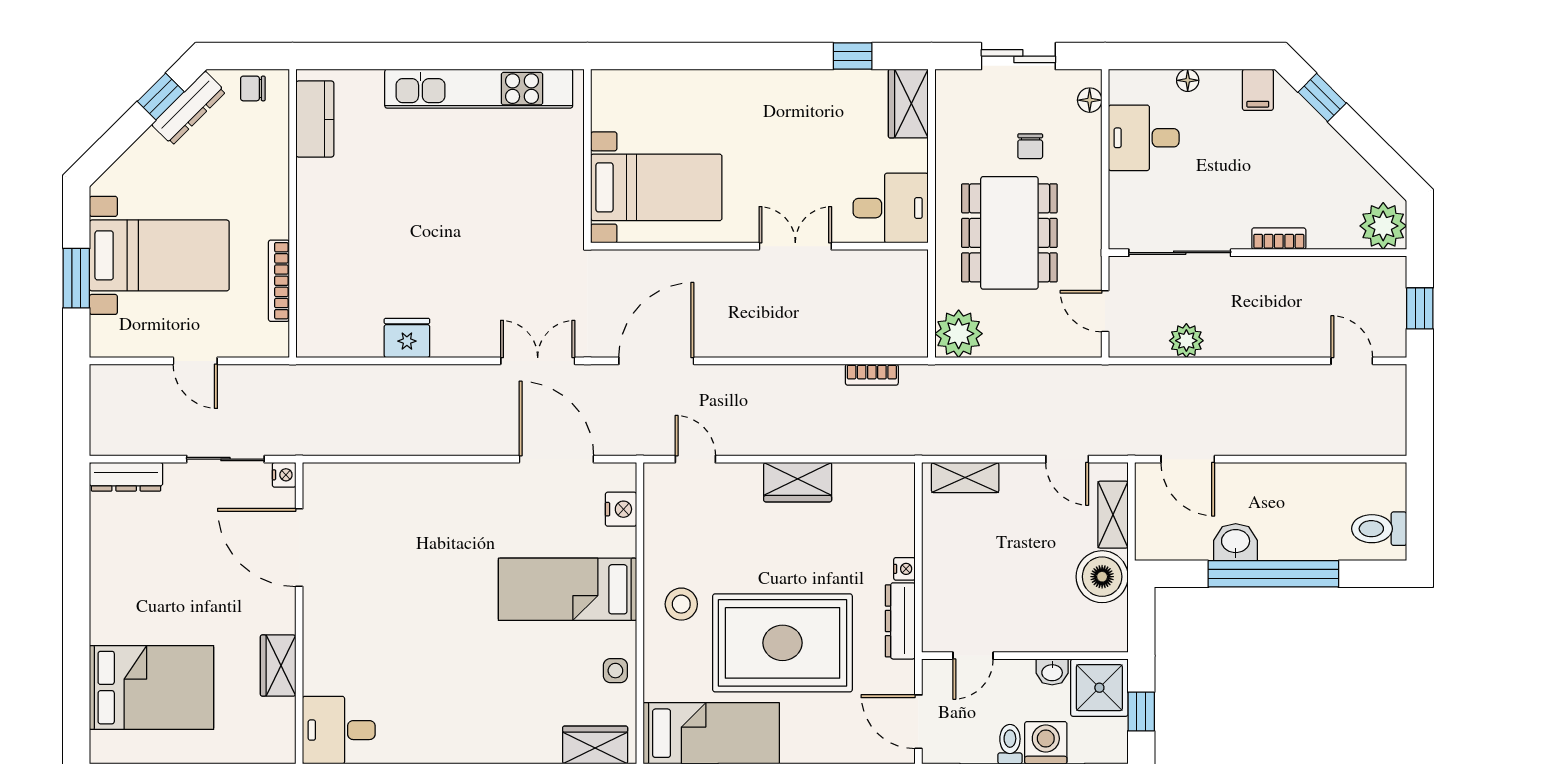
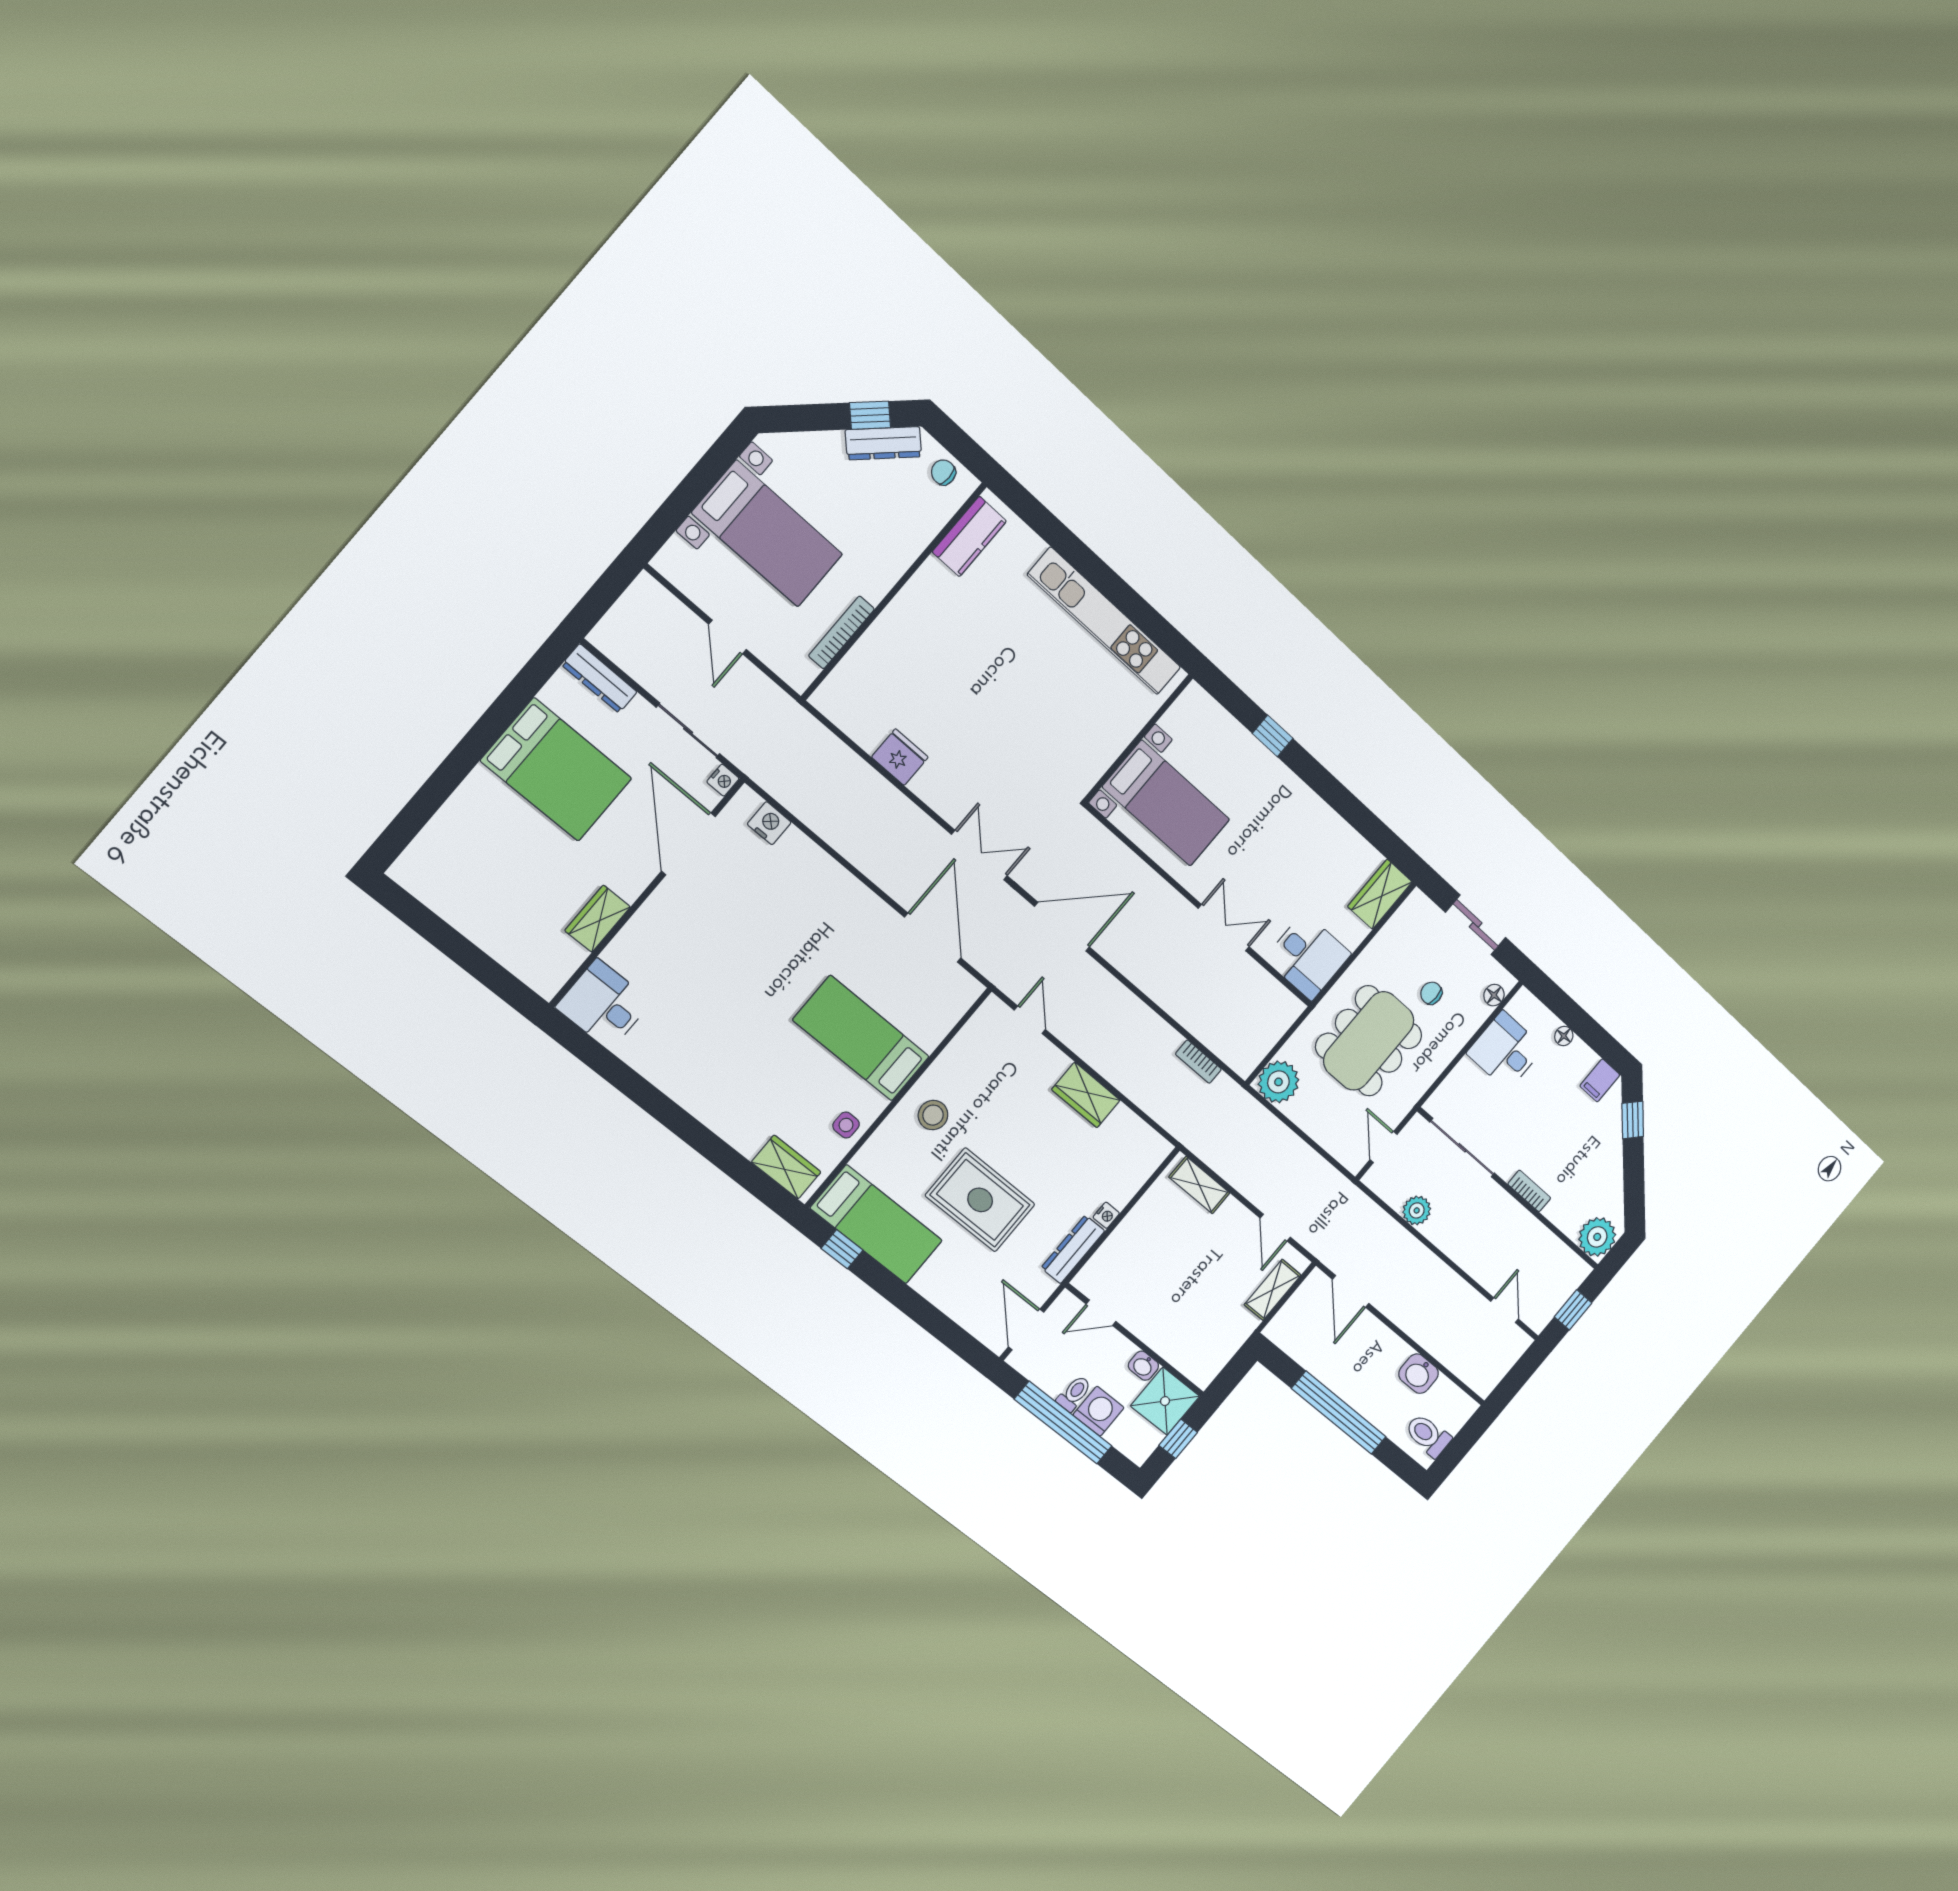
window: (853, 56) -> (1273, 736), moved
chair: (1030, 146) -> (1431, 993), turned 90
window: (76, 278) -> (689, 494), removed
nightstand: (621, 509) -> (769, 823), moved, turned -90
washbasin: (1236, 542) -> (1419, 1374), moved, turned 180
boiler: (1102, 577) -> (1230, 1327), removed
rug: (782, 643) -> (980, 1200), width x0.73, depth x0.69
bed: (152, 688) -> (556, 770), moved

